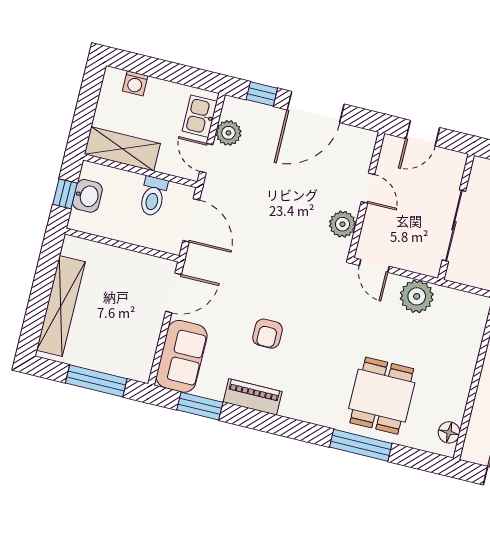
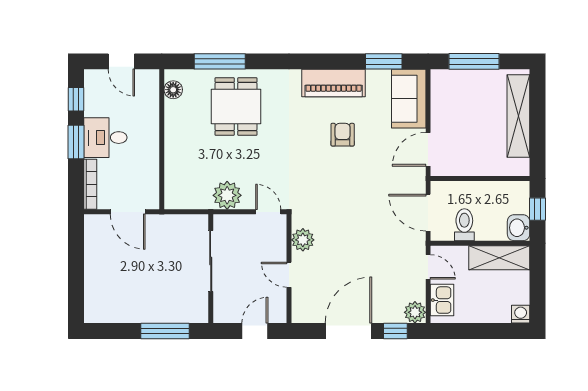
washing machine: (135, 83) -> (521, 314), moved
plant: (228, 133) -> (415, 312), moved
washbasin: (87, 196) -> (519, 228), moved
piano: (253, 397) -> (334, 83), width x1.37, depth x1.33
window: (361, 445) -> (220, 61), moved

